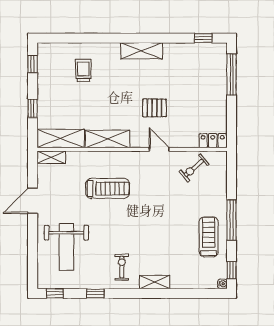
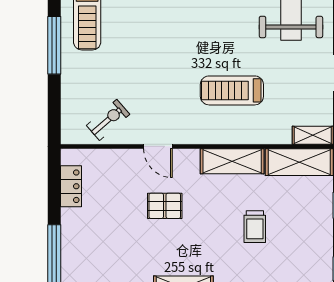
trolley: (83, 71) -> (255, 227), moved
locker: (213, 141) -> (71, 186), moved, turned -90

